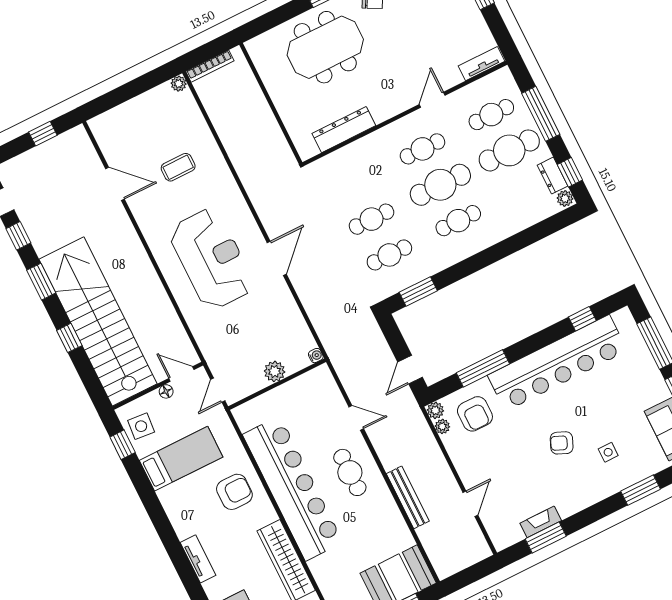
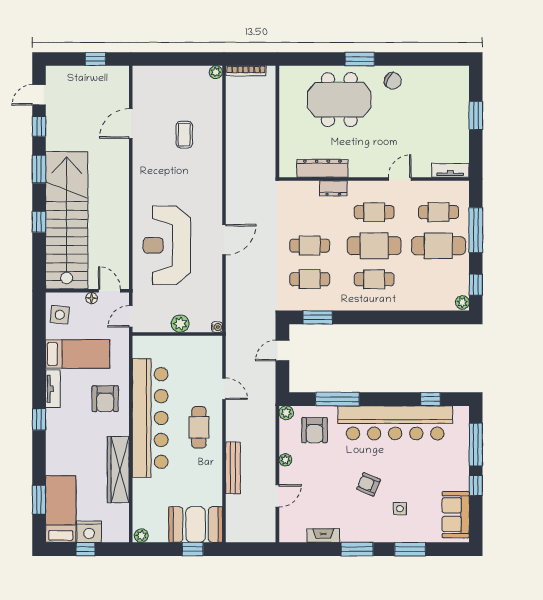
coffee table: (178, 167) -> (184, 135), turned 90
dresser: (552, 176) -> (333, 188), moved, turned -90
door: (115, 184) -> (131, 124), swing flipped
reception desk: (211, 259) -> (167, 245), moved, turned 180
door: (410, 370) -> (282, 351), moved
plant: (442, 426) -> (285, 460), moved
window: (123, 445) -> (39, 420), moved
armchair: (234, 492) -> (105, 399), turned 90
window: (546, 537) -> (357, 549), moved
tv unit: (198, 559) -> (53, 389), moved

